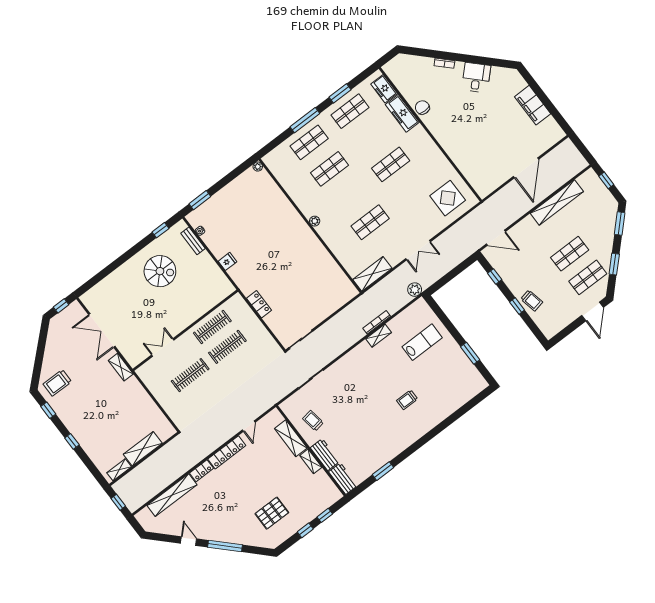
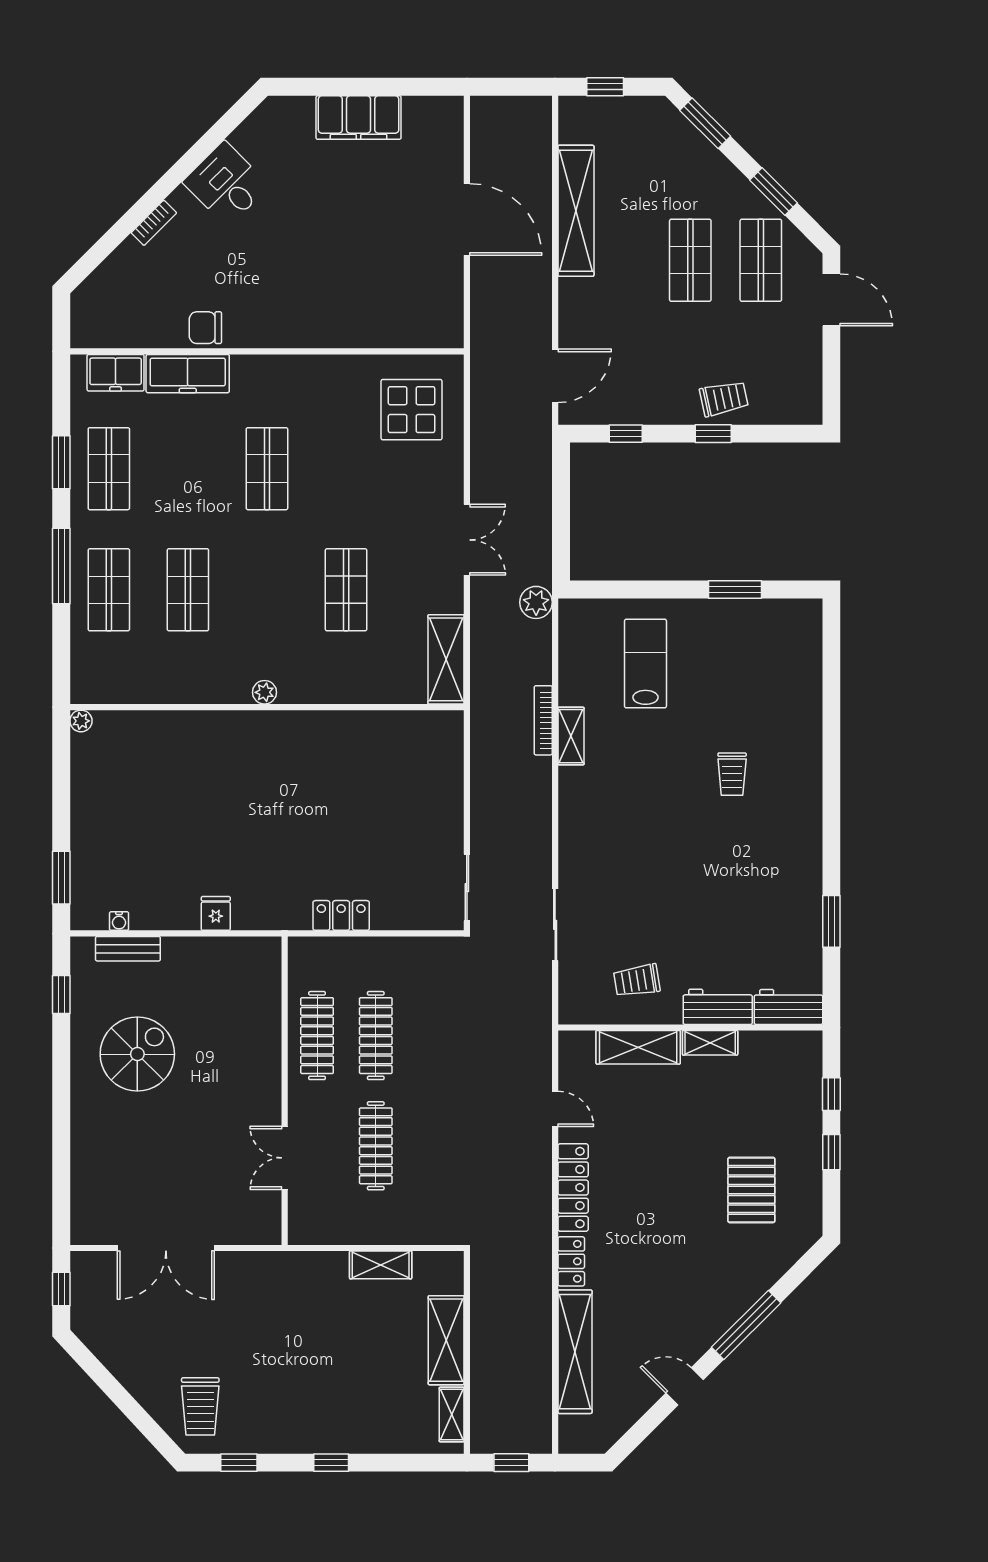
shelving: (121, 367) -> (381, 1265), moved

